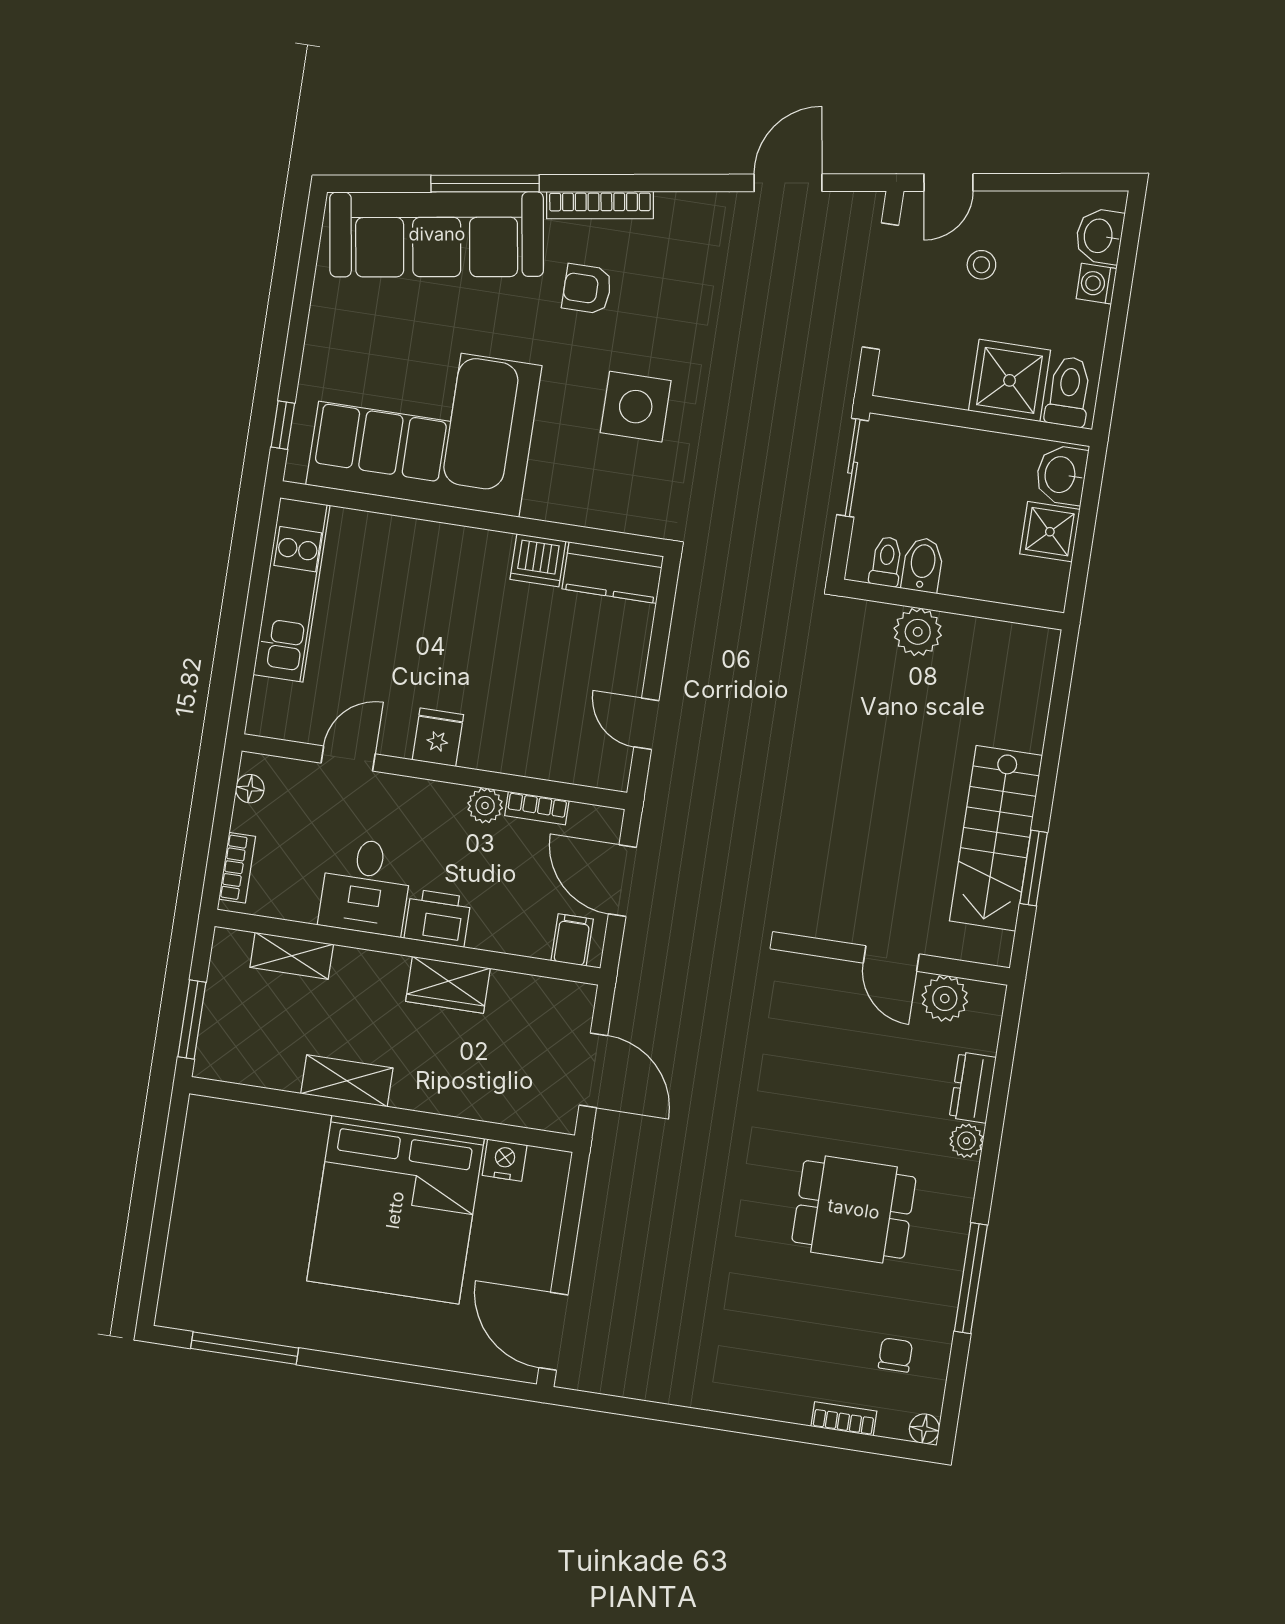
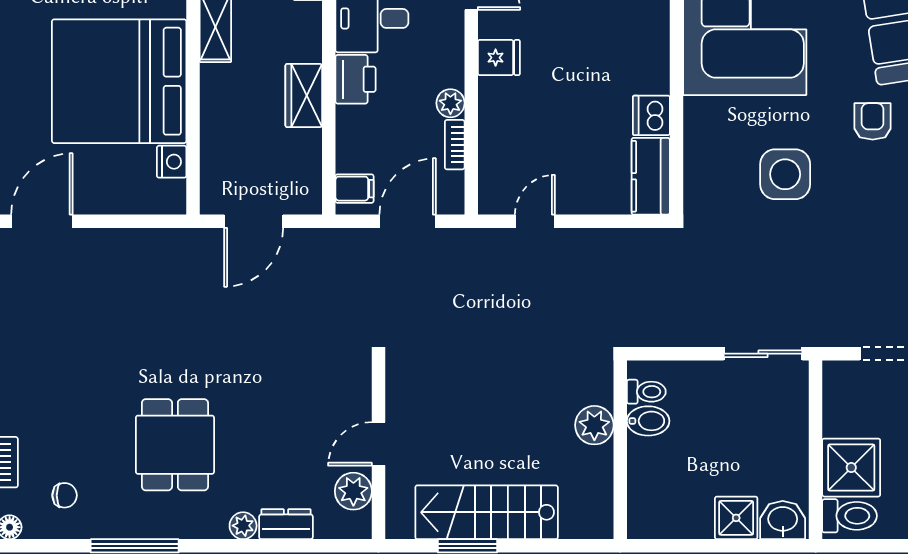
toilet: (886, 562) -> (646, 392), moved
bidet: (923, 565) -> (648, 421), moved
wall: (953, 605) -> (620, 450), moved
plant: (918, 632) -> (594, 425), moved

